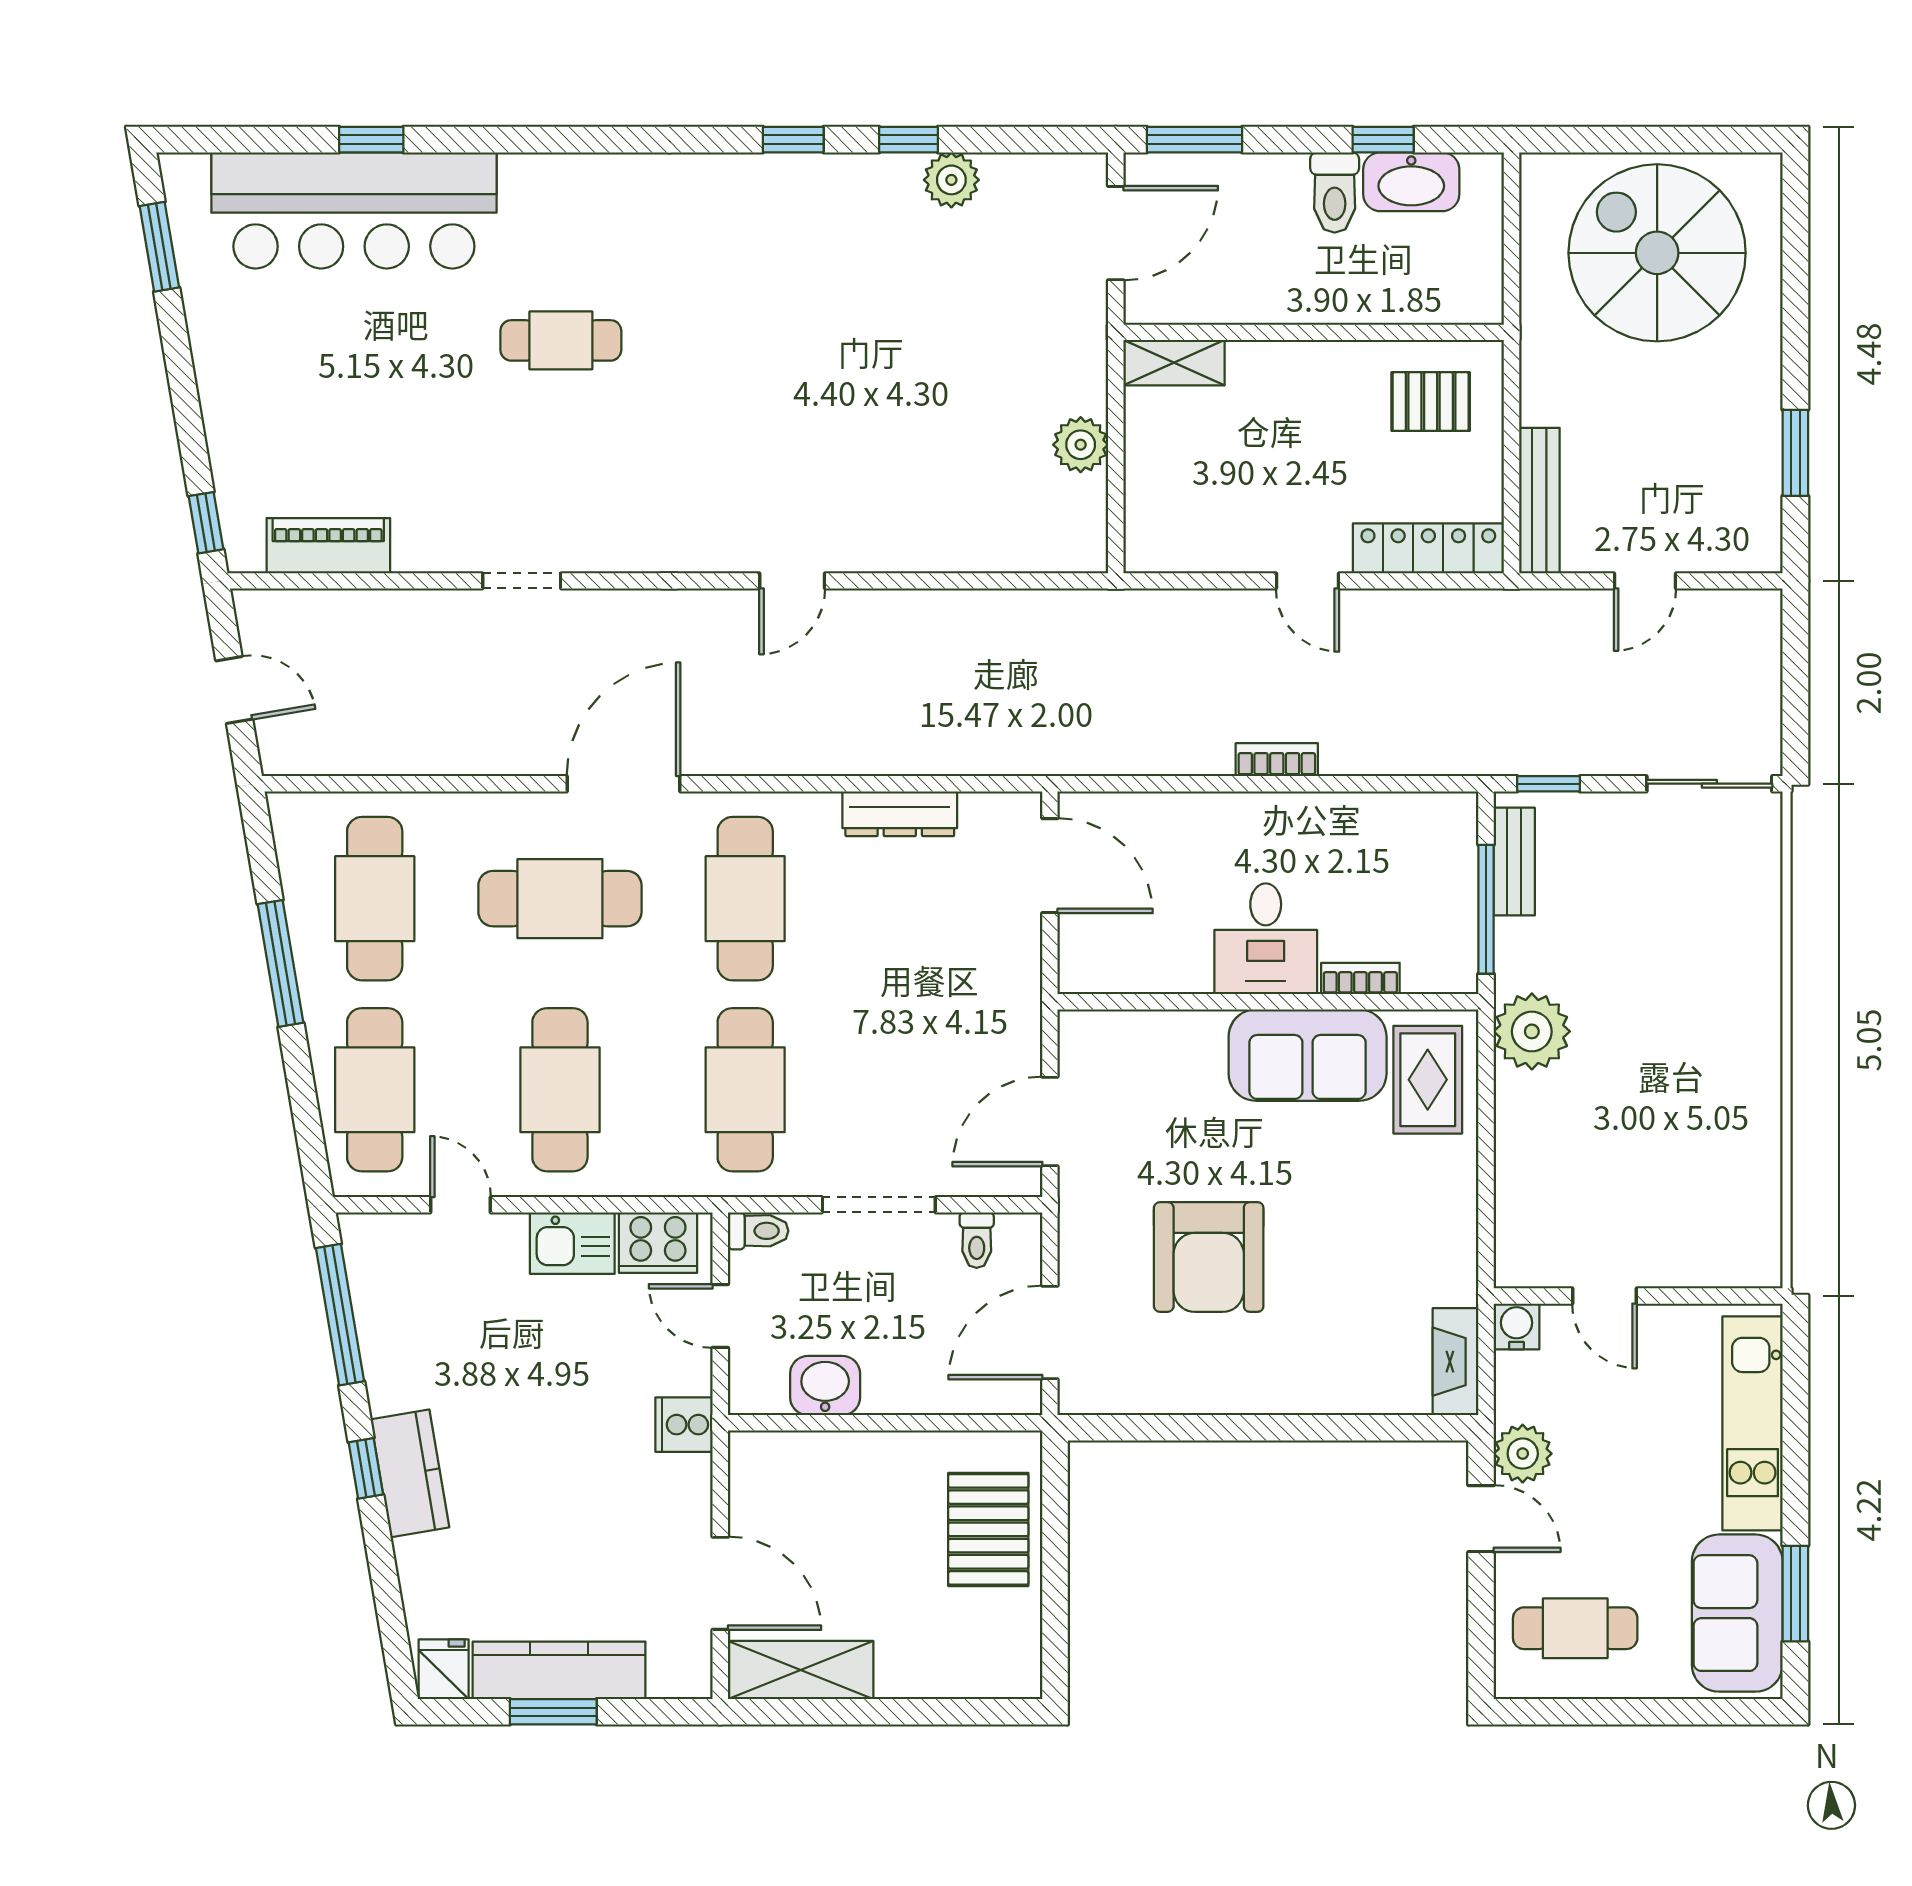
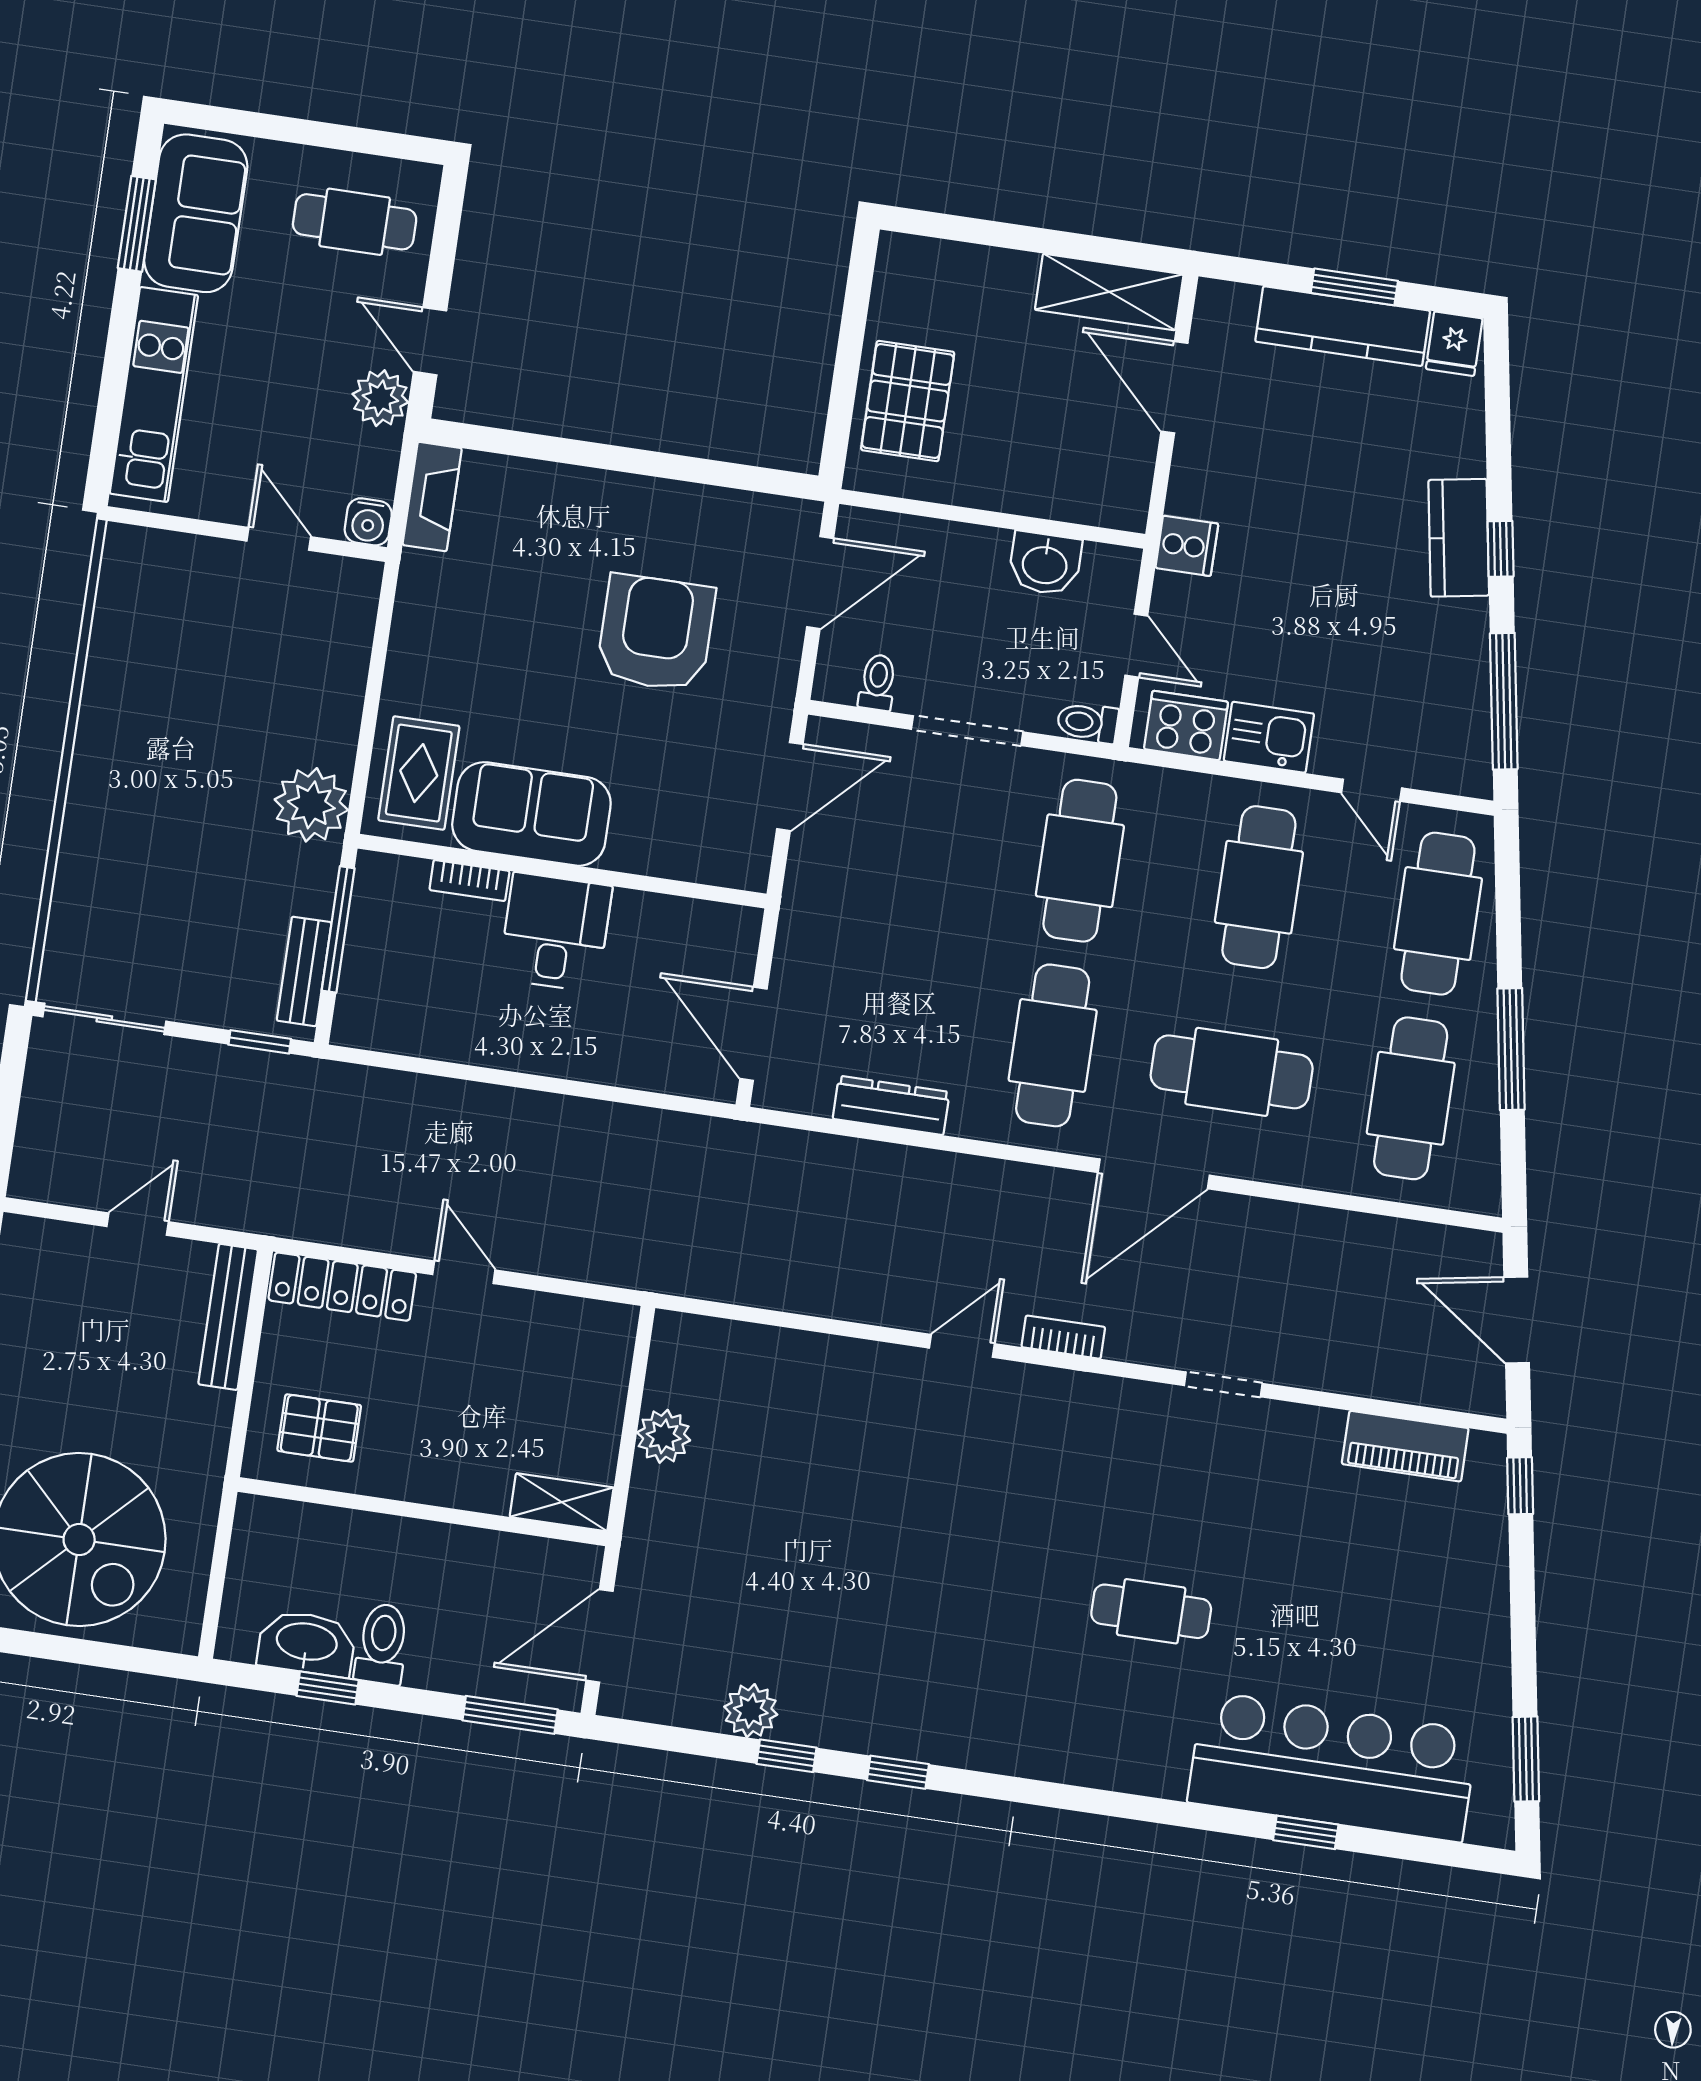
door: (234, 690) -> (1517, 1320), width x1.38
bookcase: (1277, 760) -> (1063, 1337), moved, turned 180

